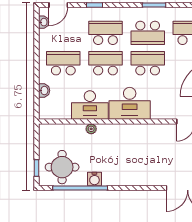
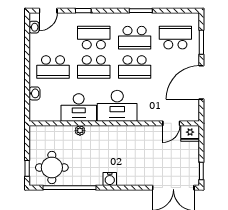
school desk: (63, 63) -> (53, 67), turned 180
school desk: (105, 63) -> (94, 67), turned 180
school desk: (148, 63) -> (135, 67), turned 180
water cooler: (94, 179) -> (110, 179), moved

